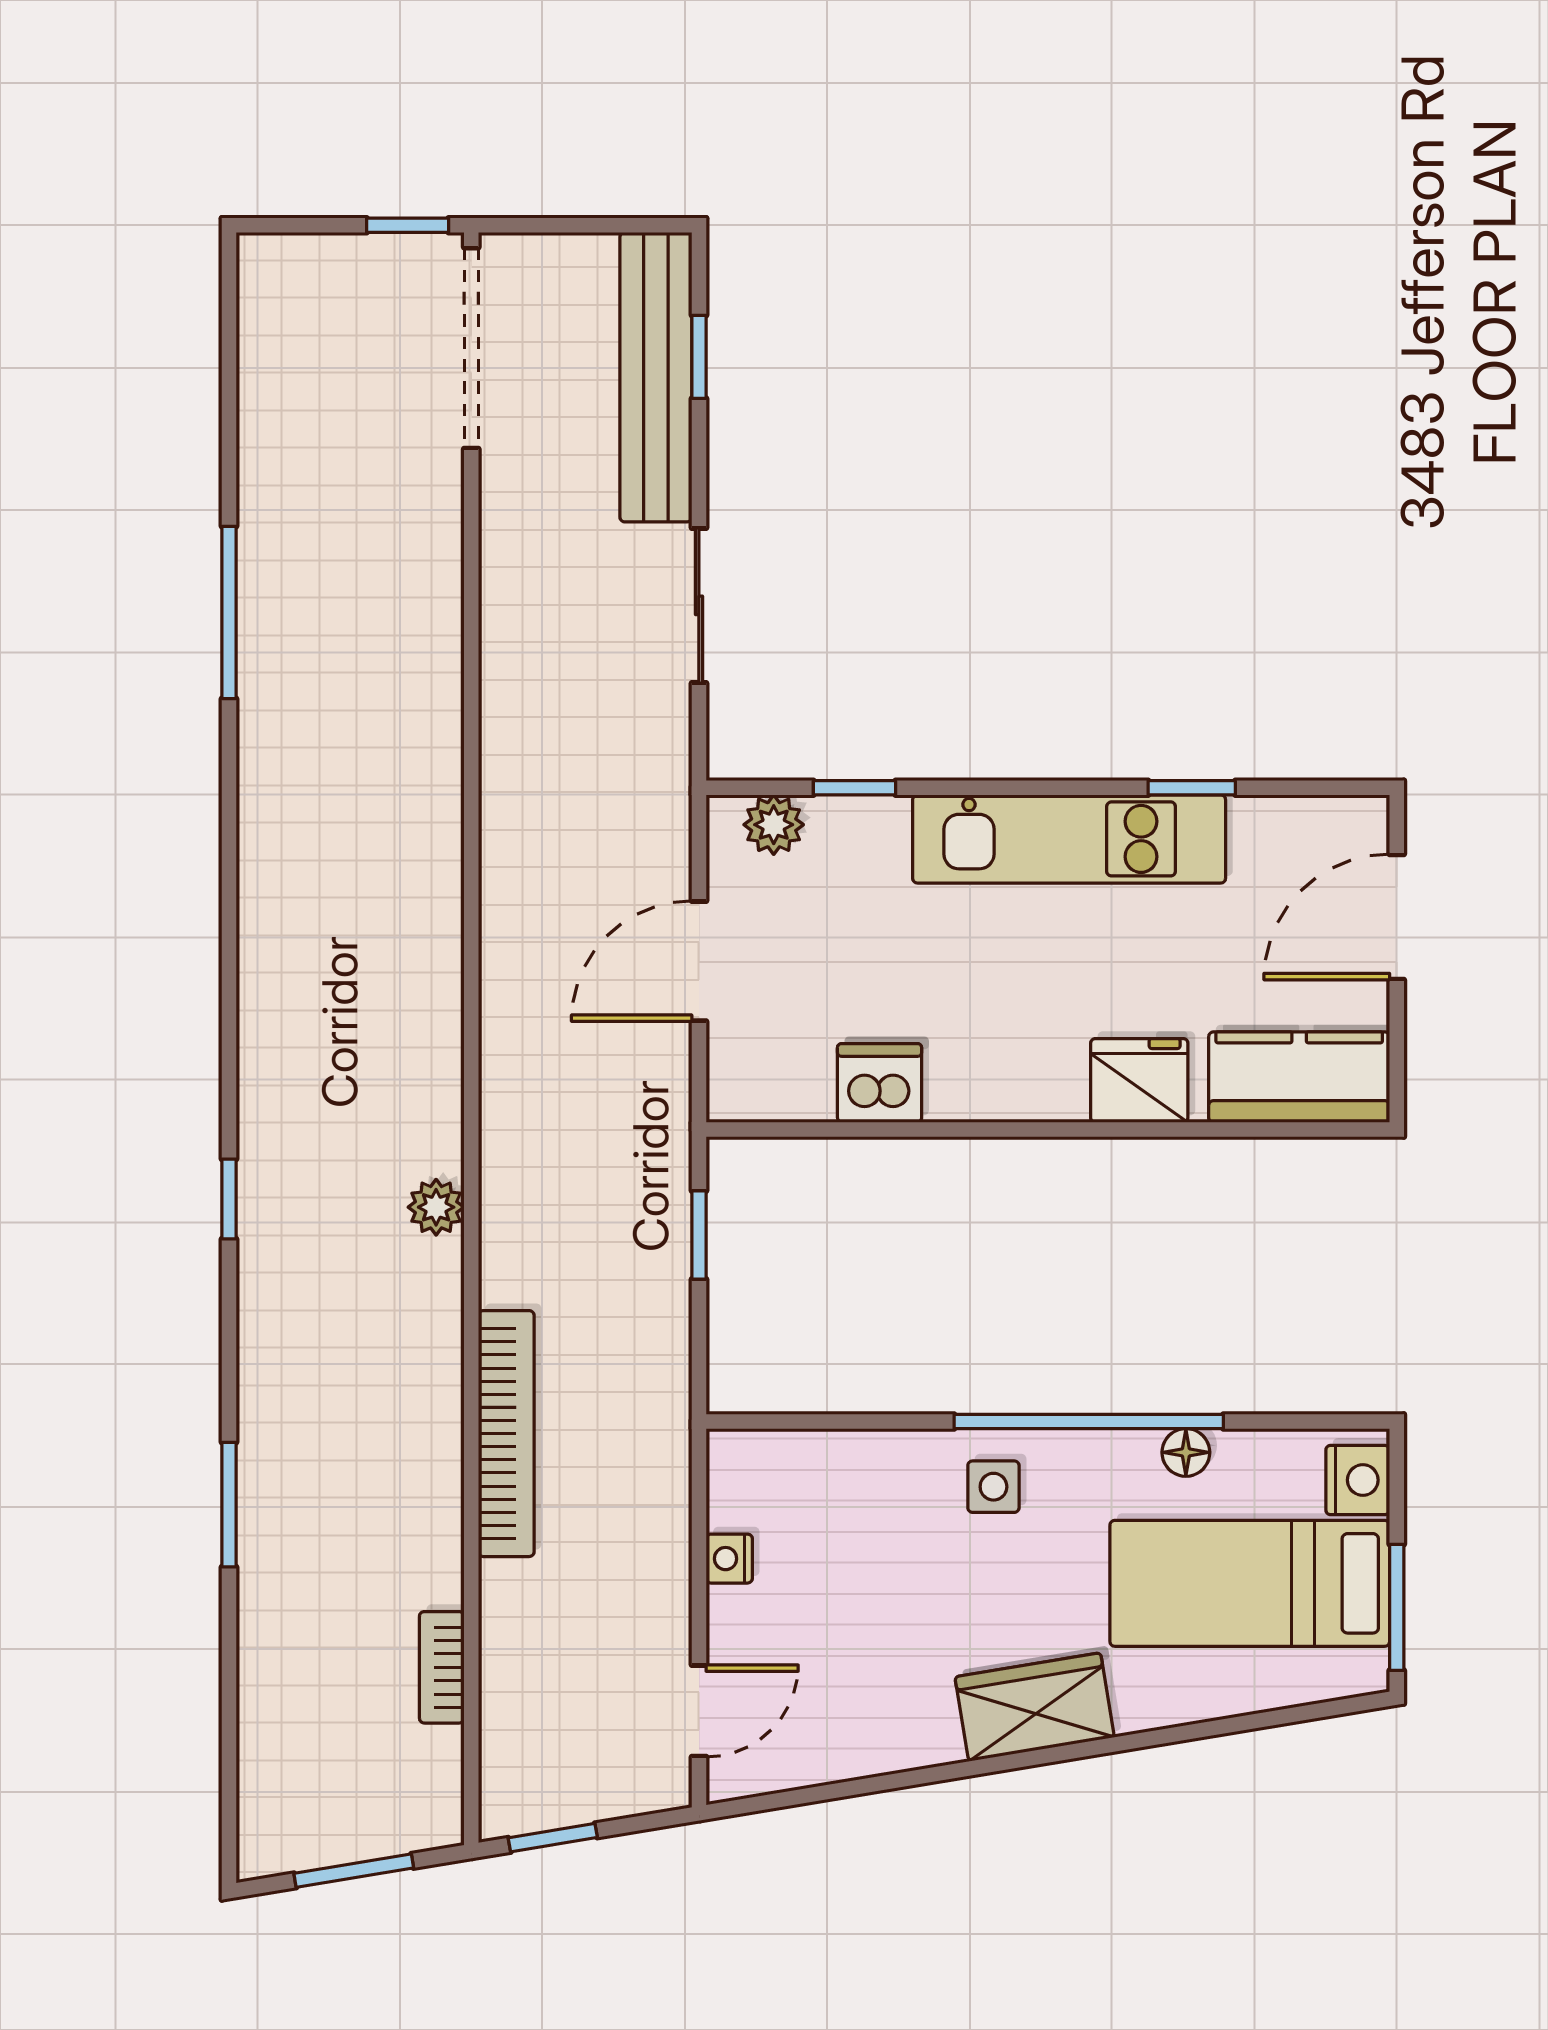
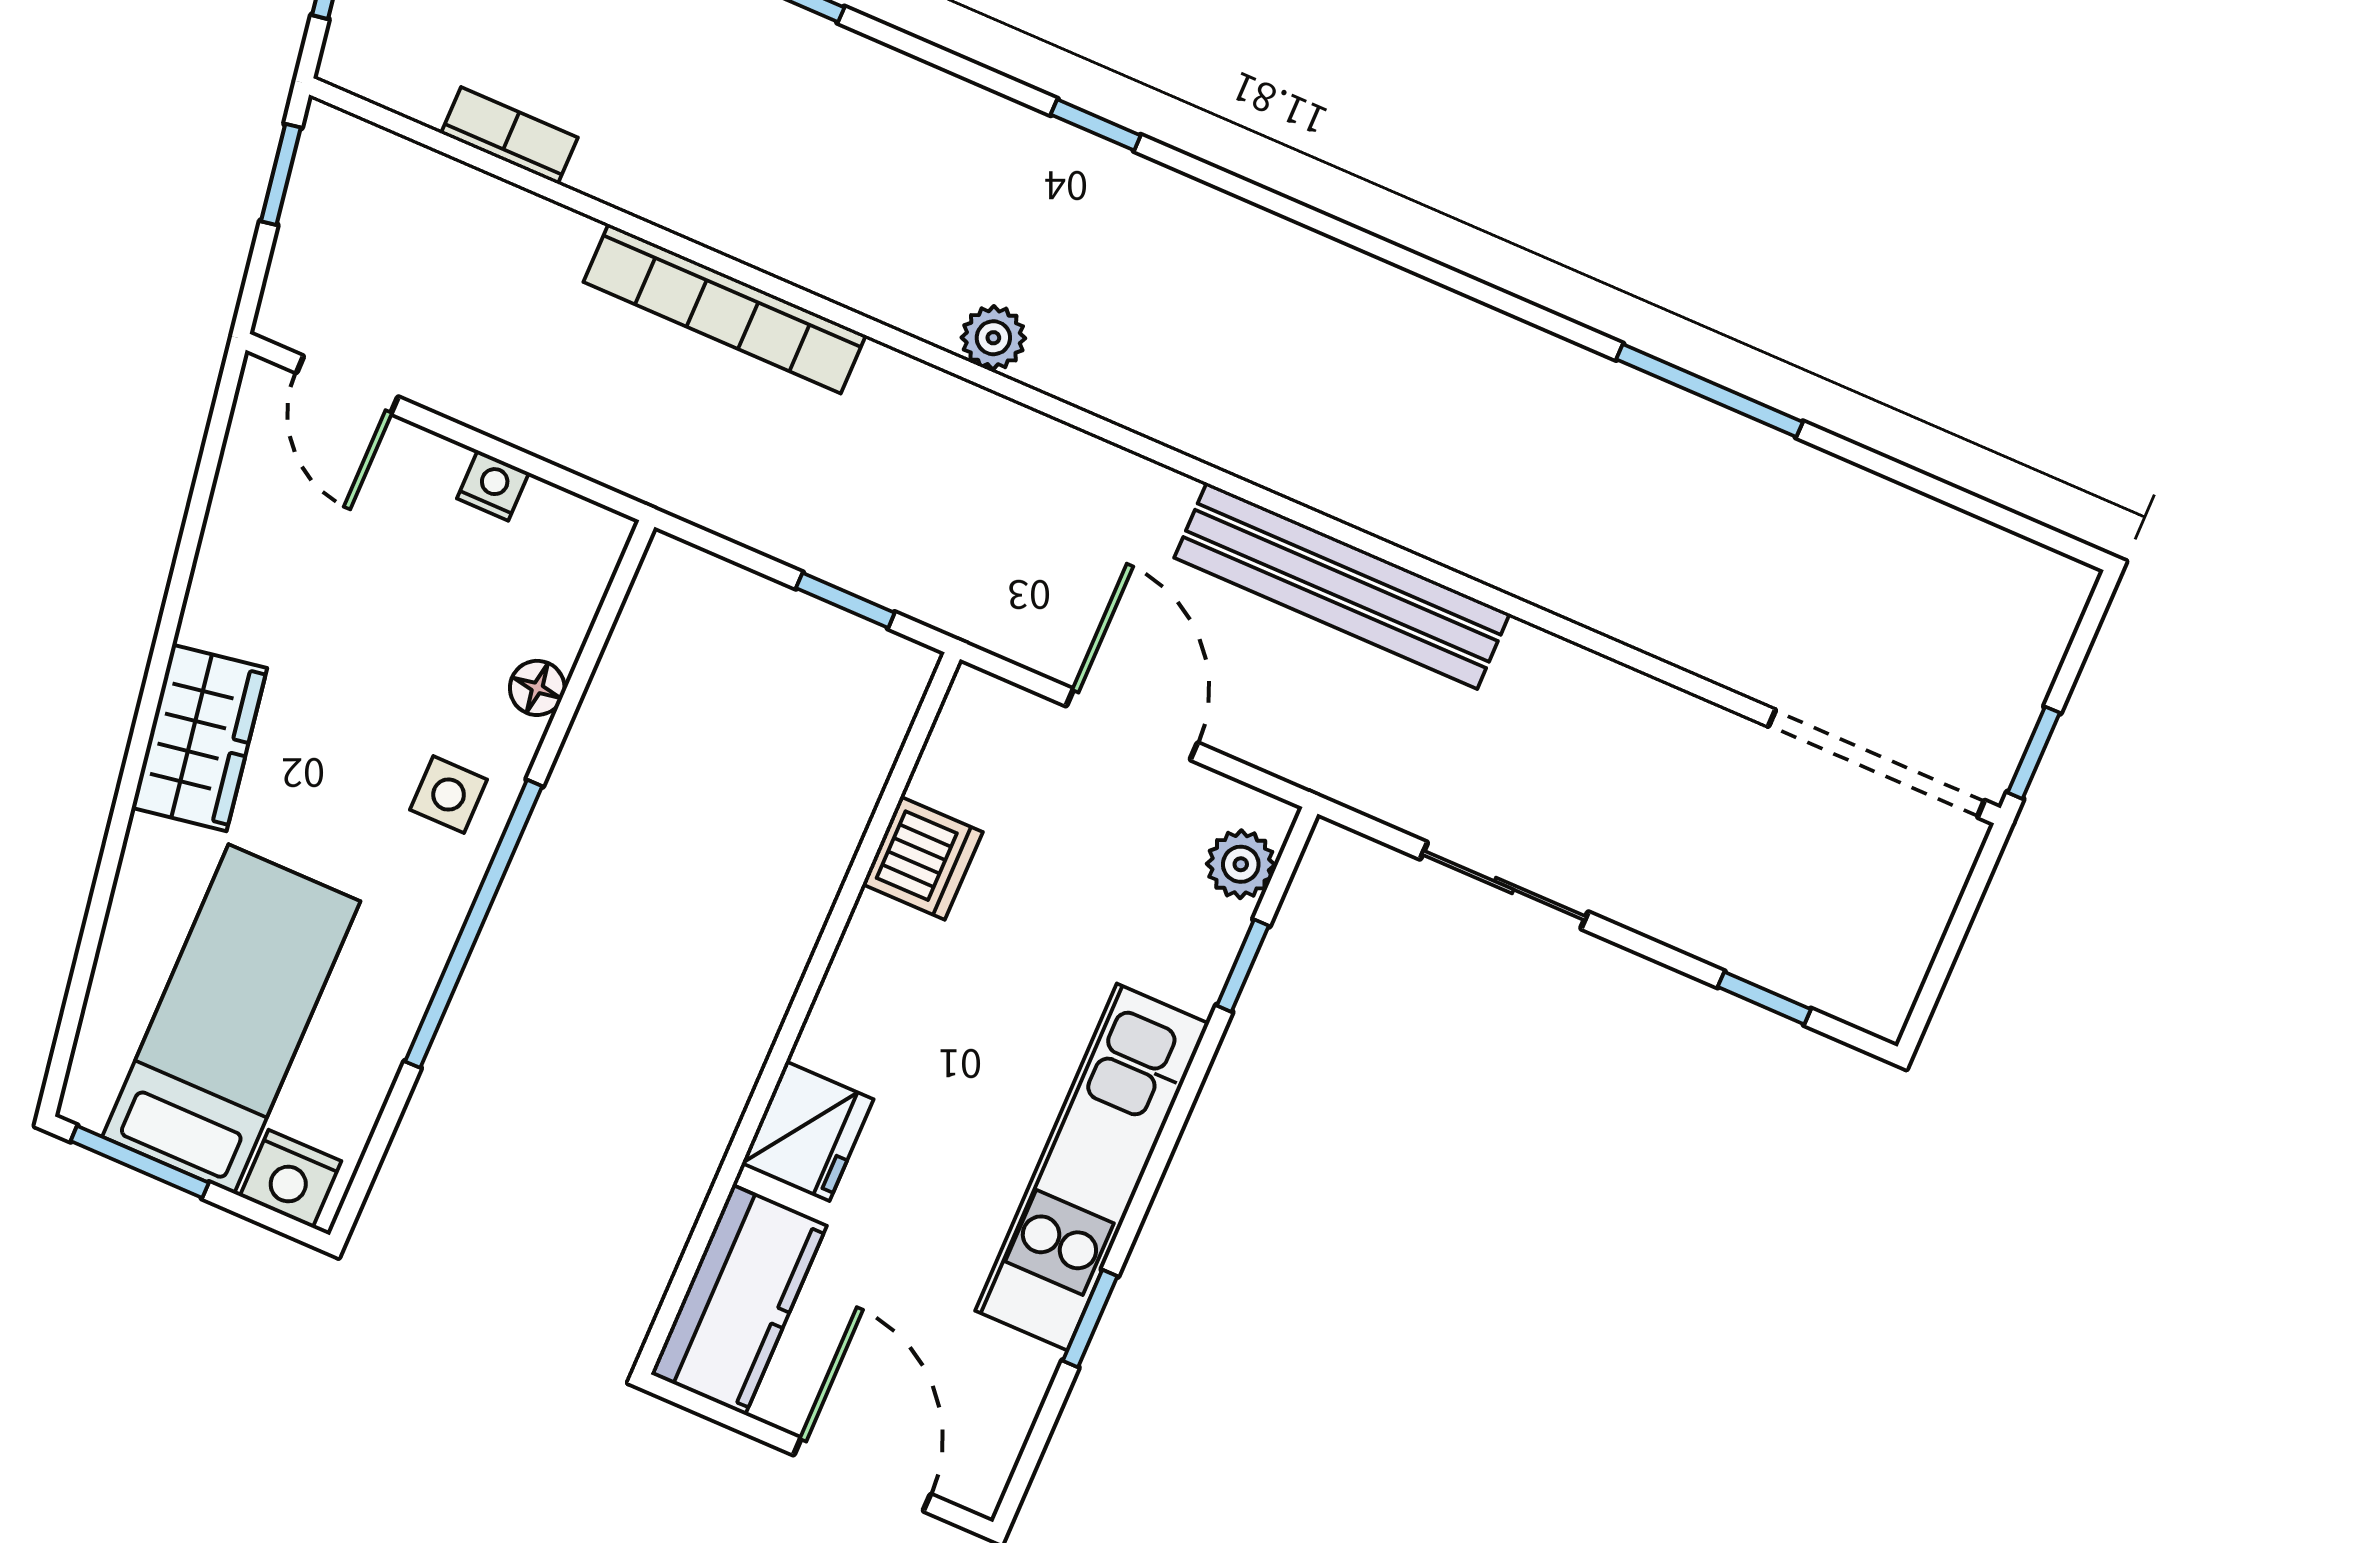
bench: (656, 377) -> (1342, 586), moved
floor lamp: (1186, 1452) -> (537, 688), moved

